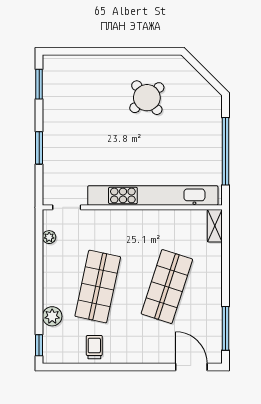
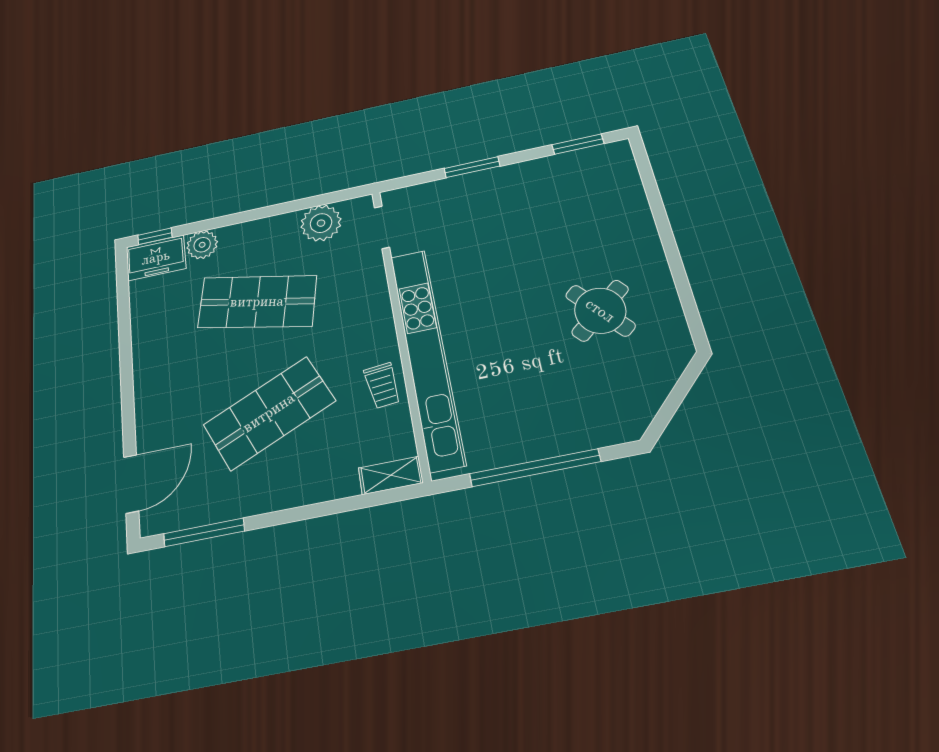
plant: (49, 237) -> (321, 223), width x1.88, depth x1.88
shop shelf: (167, 287) -> (269, 413), turned -42
freezer: (54, 345) -> (156, 258), added
trolley: (94, 347) -> (382, 385), moved, turned 84

